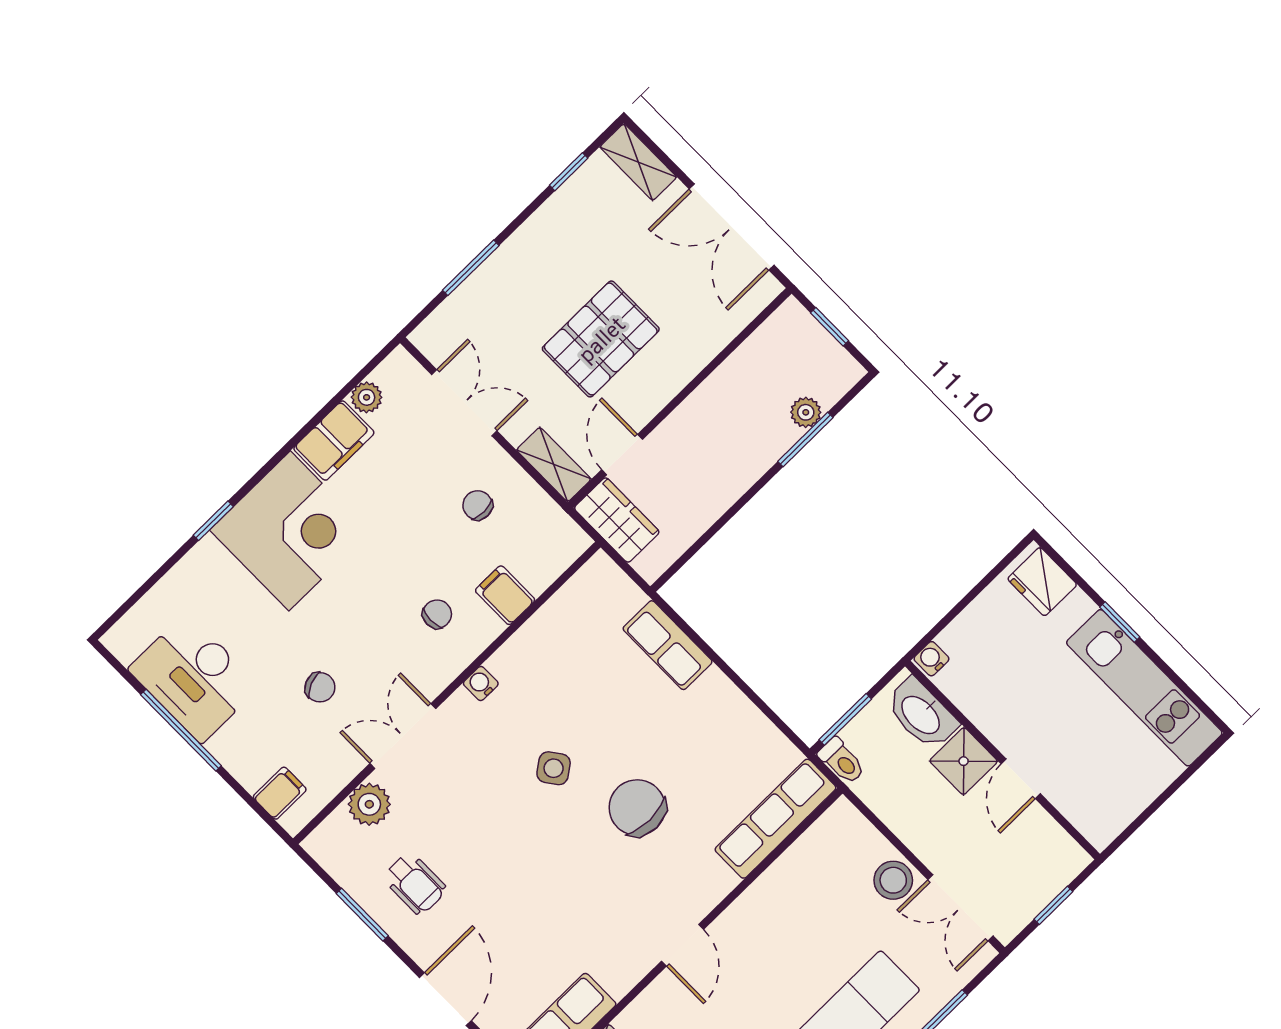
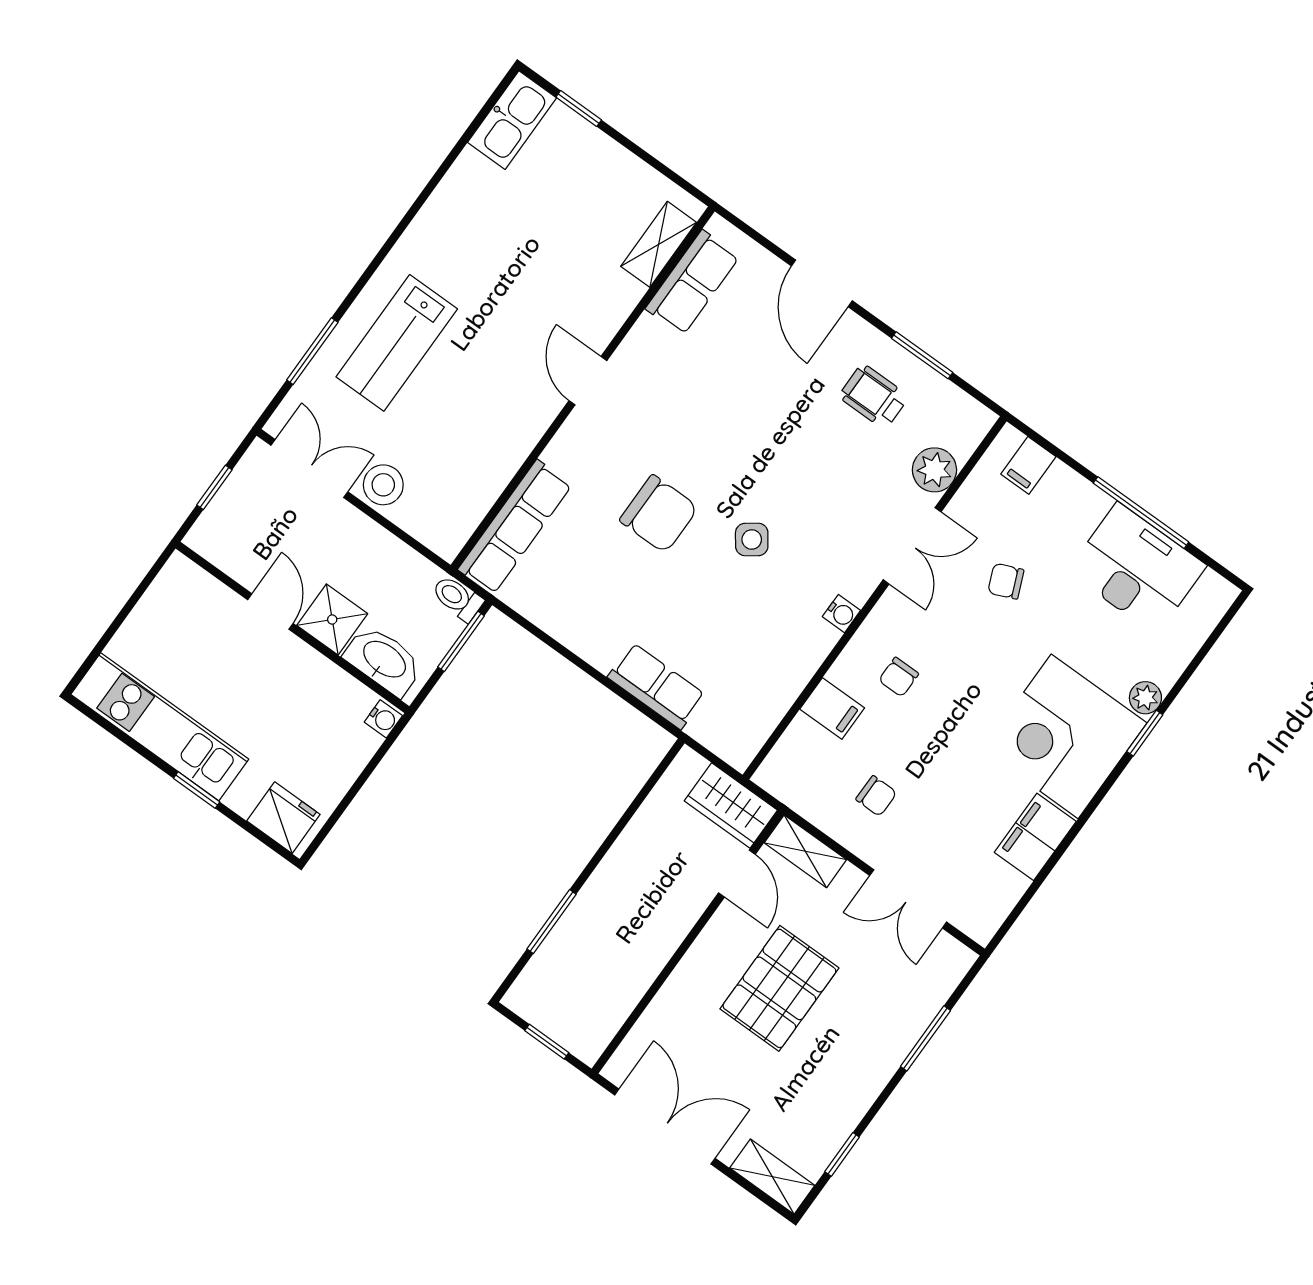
plant: (367, 397) -> (1145, 698), moved
plant: (806, 412) -> (556, 950), removed

